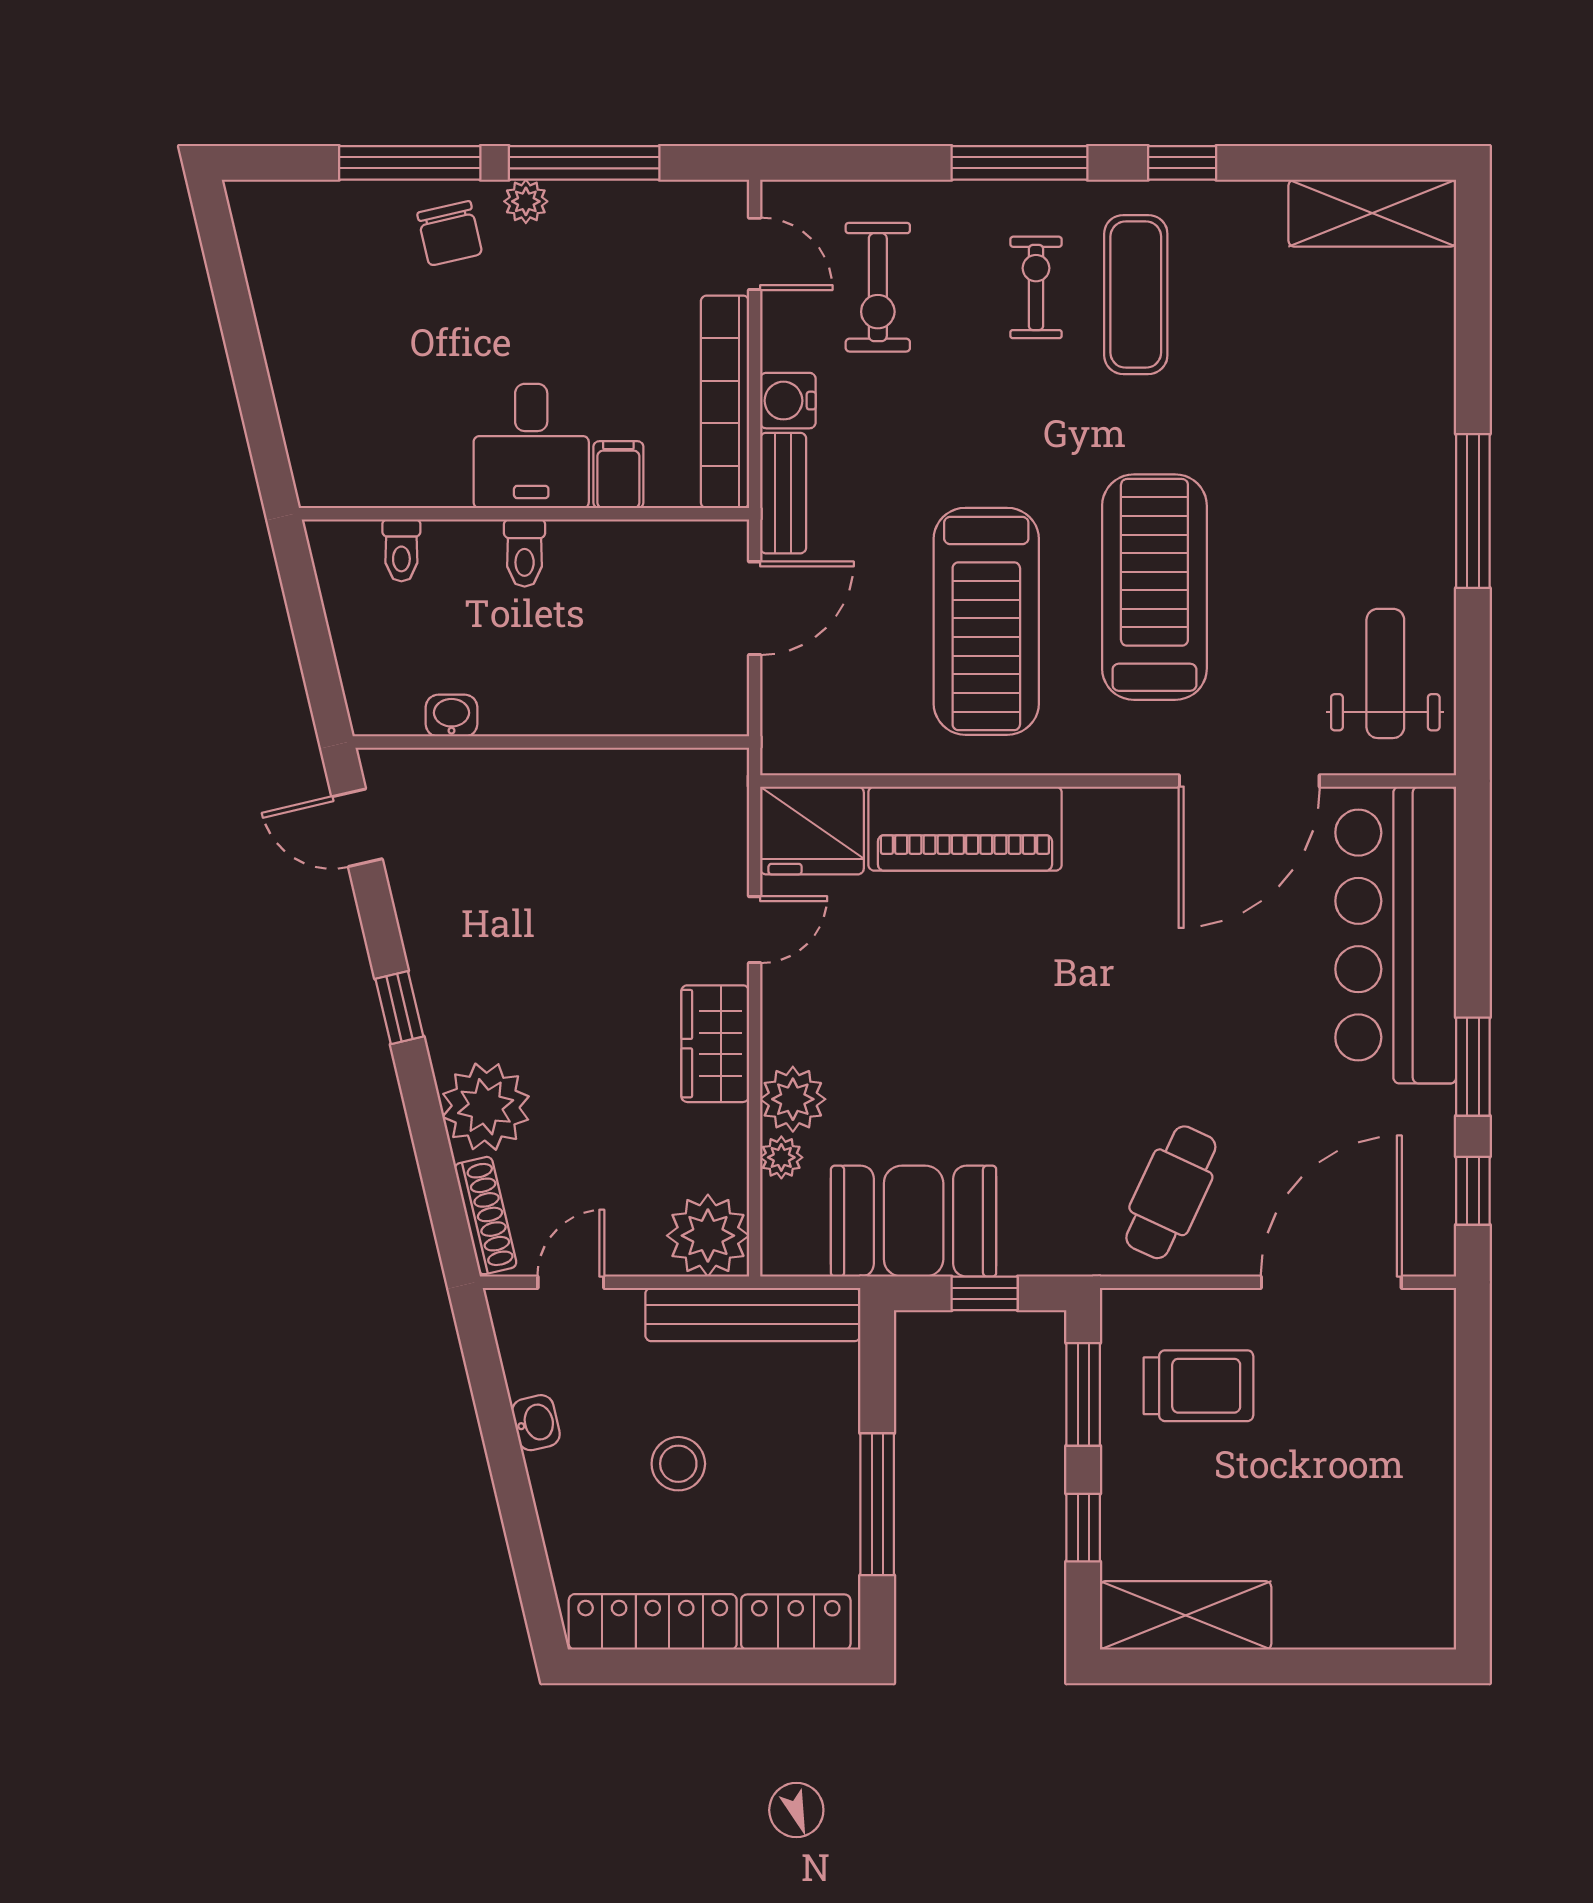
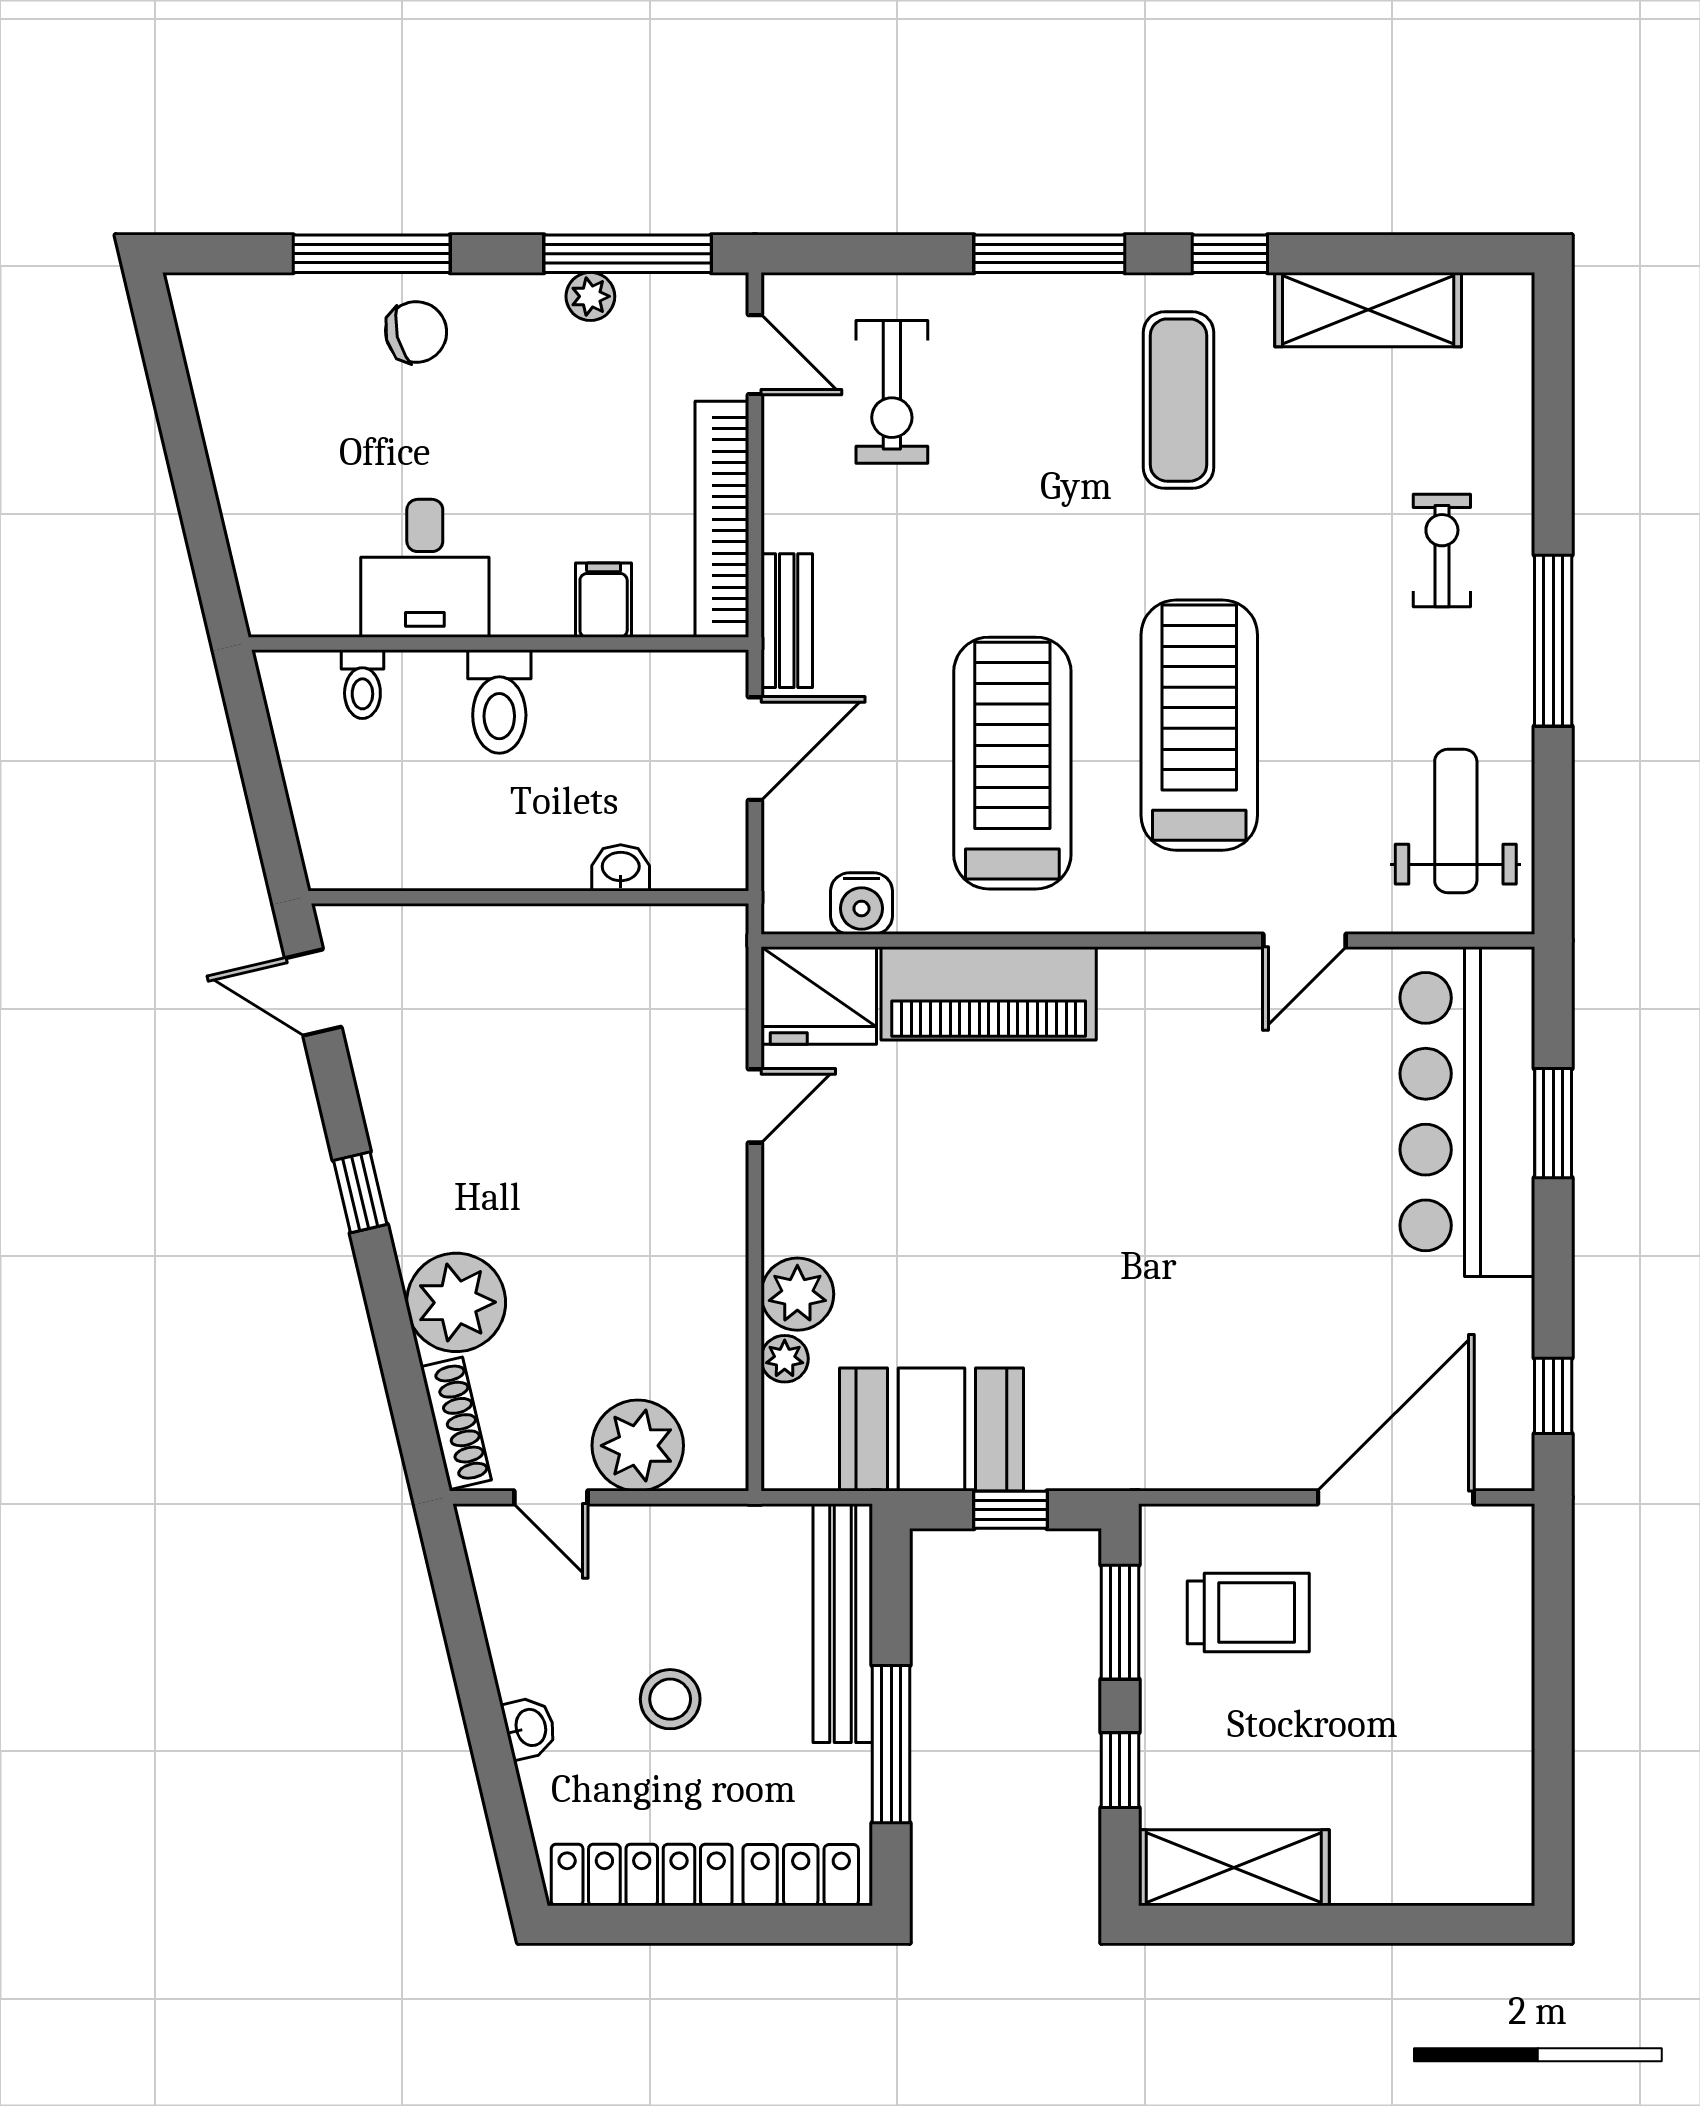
window: (584, 163) -> (628, 254), moved
plant: (526, 201) -> (590, 296), moved
shelving: (1372, 213) -> (1368, 310), moved
chair: (450, 233) -> (416, 332), turned -91
exercise bike: (1036, 287) -> (1442, 551), moved
water cooler: (788, 401) -> (861, 904), moved, turned -90
desk: (531, 446) -> (425, 568), moved
toilet: (525, 553) -> (499, 702), width x1.37, depth x1.39
treadmill: (986, 621) -> (1012, 763), turned 180
washbasin: (451, 716) -> (621, 868), moved
door: (1249, 781) -> (1305, 941), width x0.53
wardrobe: (715, 1044) -> (711, 1232), removed
window: (1473, 1067) -> (1553, 1123), moved
cafe table: (1171, 1192) -> (1218, 1398), removed
plant: (708, 1236) -> (638, 1446), moved
door: (571, 1282) -> (551, 1497), swing flipped
bench: (753, 1315) -> (843, 1623), moved, turned 90
washbasin: (536, 1423) -> (529, 1728), moved

